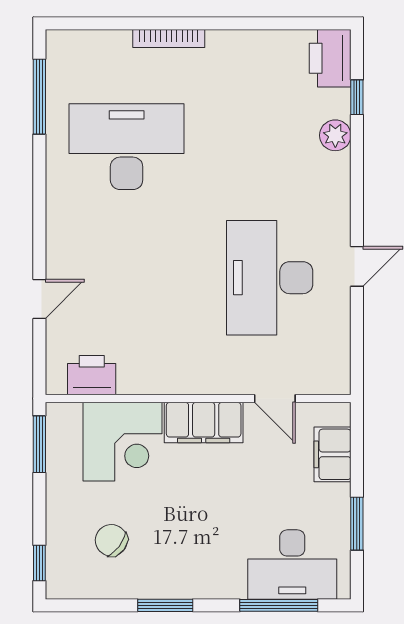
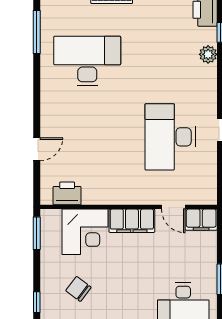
filing cabinet: (332, 454) -> (201, 220), moved, turned -90

